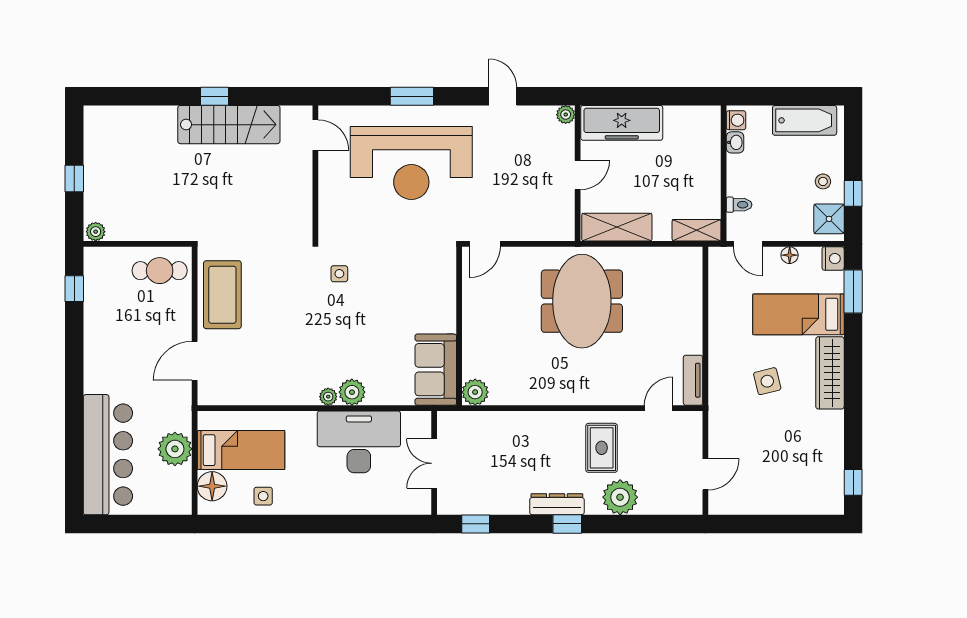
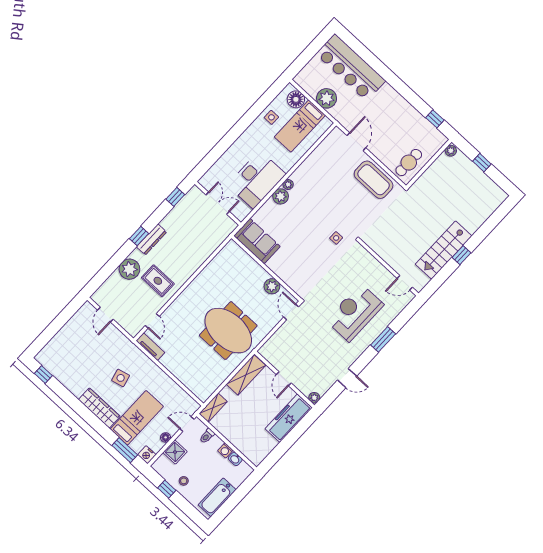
washing machine: (736, 120) -> (225, 450), moved
reception desk: (411, 163) -> (355, 313), width x0.74, depth x0.77
shower: (829, 219) -> (175, 452), moved
plant: (475, 392) -> (272, 286), moved

